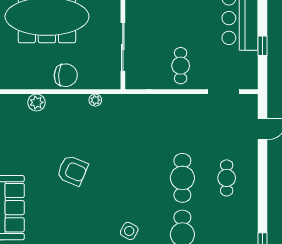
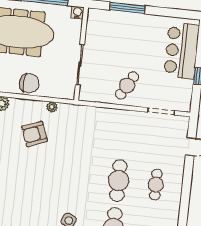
cafe table: (181, 66) -> (127, 86), turned 30
armchair: (72, 171) -> (34, 134), moved, turned 136

